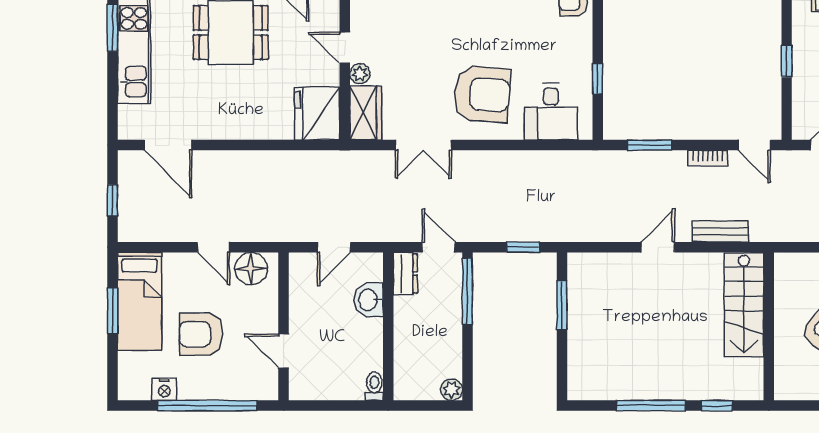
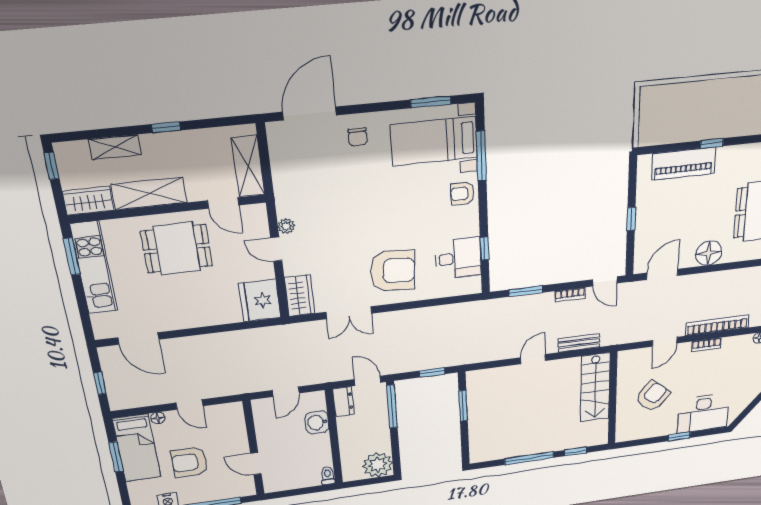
plant: (360, 74) -> (286, 226), moved
desk: (551, 112) -> (458, 258), moved, turned -90
floor lamp: (251, 269) -> (158, 418), moved, width x0.53, depth x0.53
plant: (451, 390) -> (378, 465), width x1.87, depth x1.87

